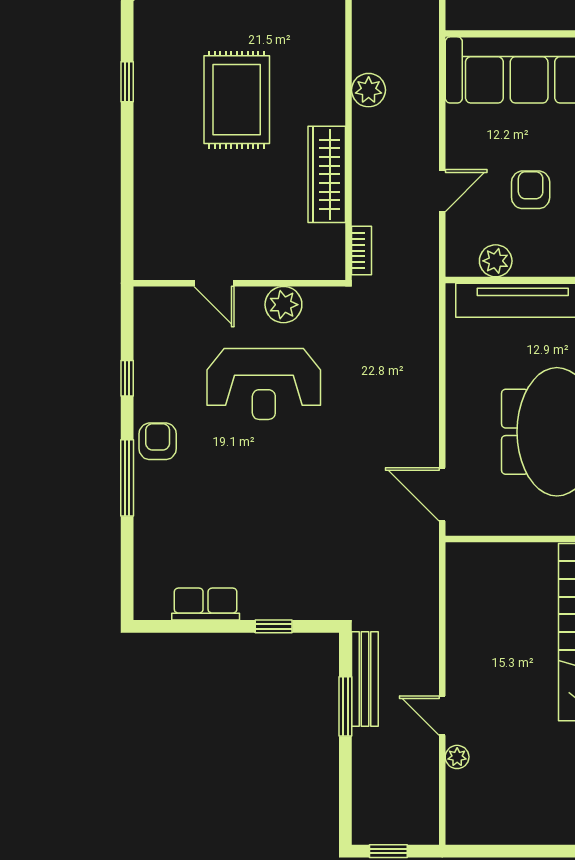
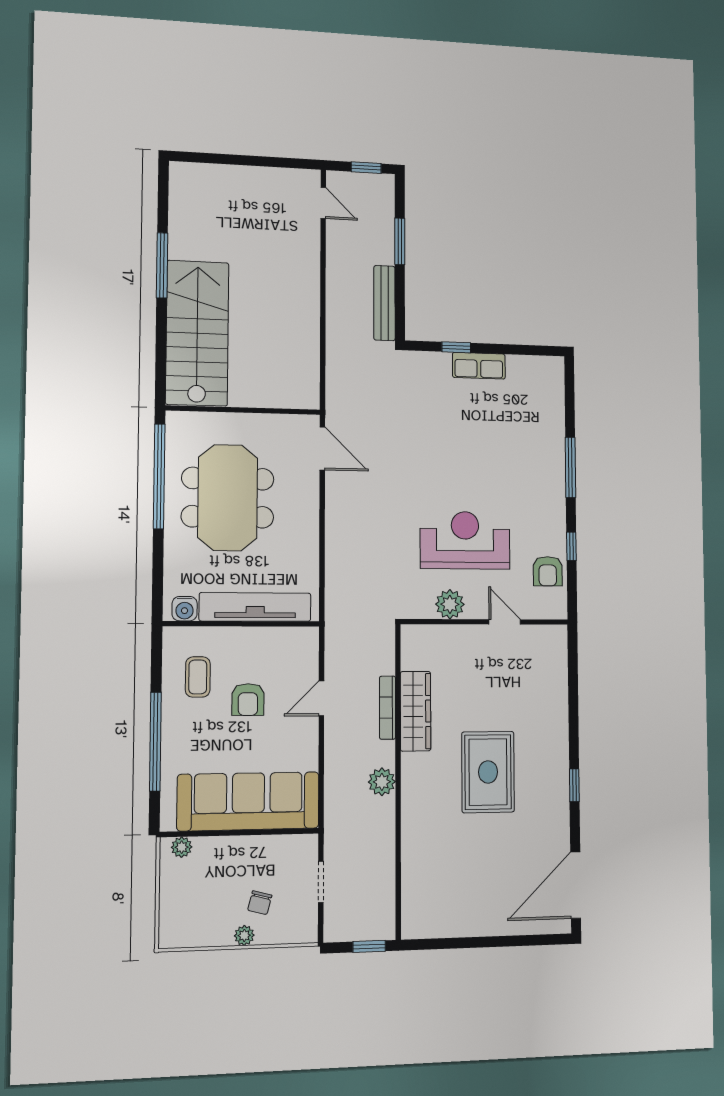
bookcase: (361, 251) -> (388, 708), moved, width x1.56
plant: (496, 261) -> (278, 640), removed
armchair: (158, 441) -> (548, 571), moved
row of seats: (206, 604) -> (479, 366), moved
window: (345, 706) -> (400, 241), moved
door: (442, 716) -> (323, 203), moved
plant: (457, 757) -> (311, 238), removed

